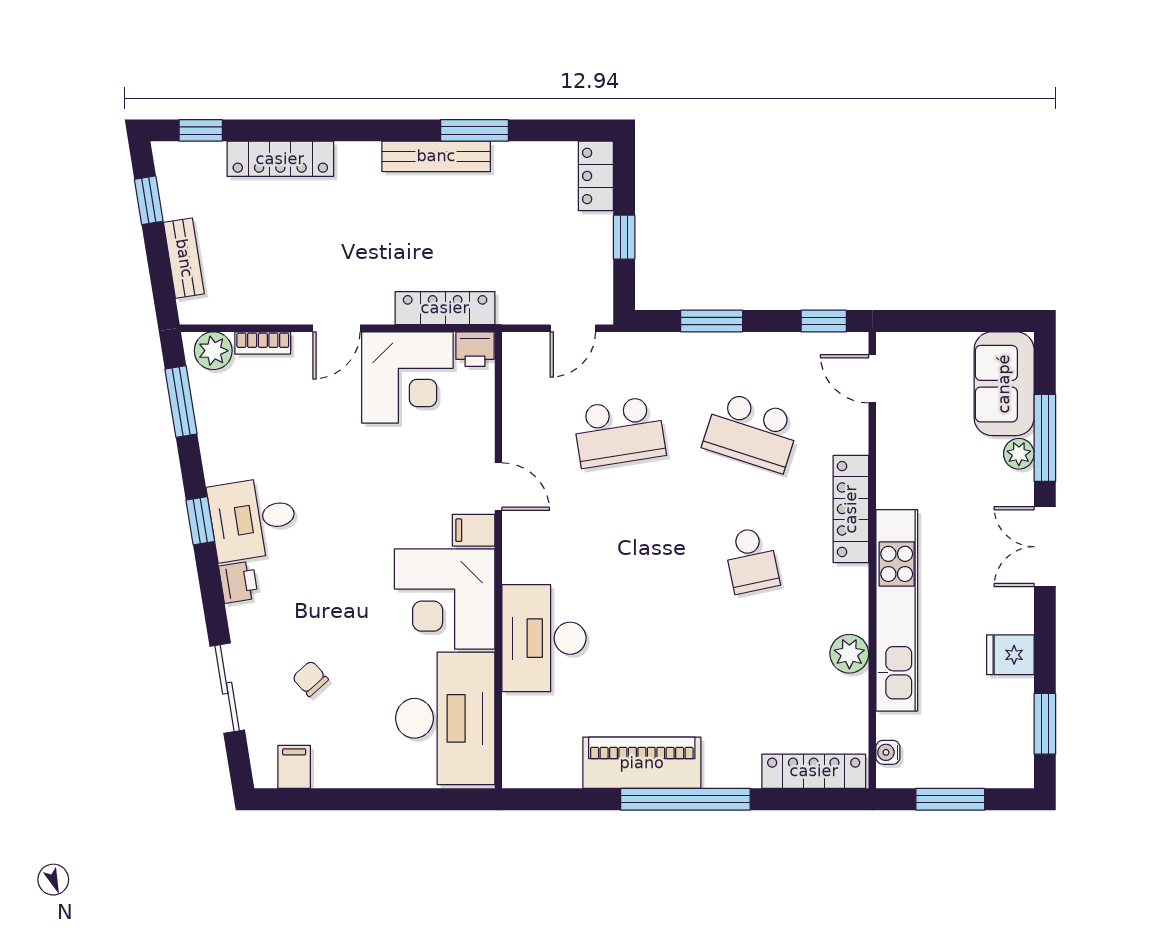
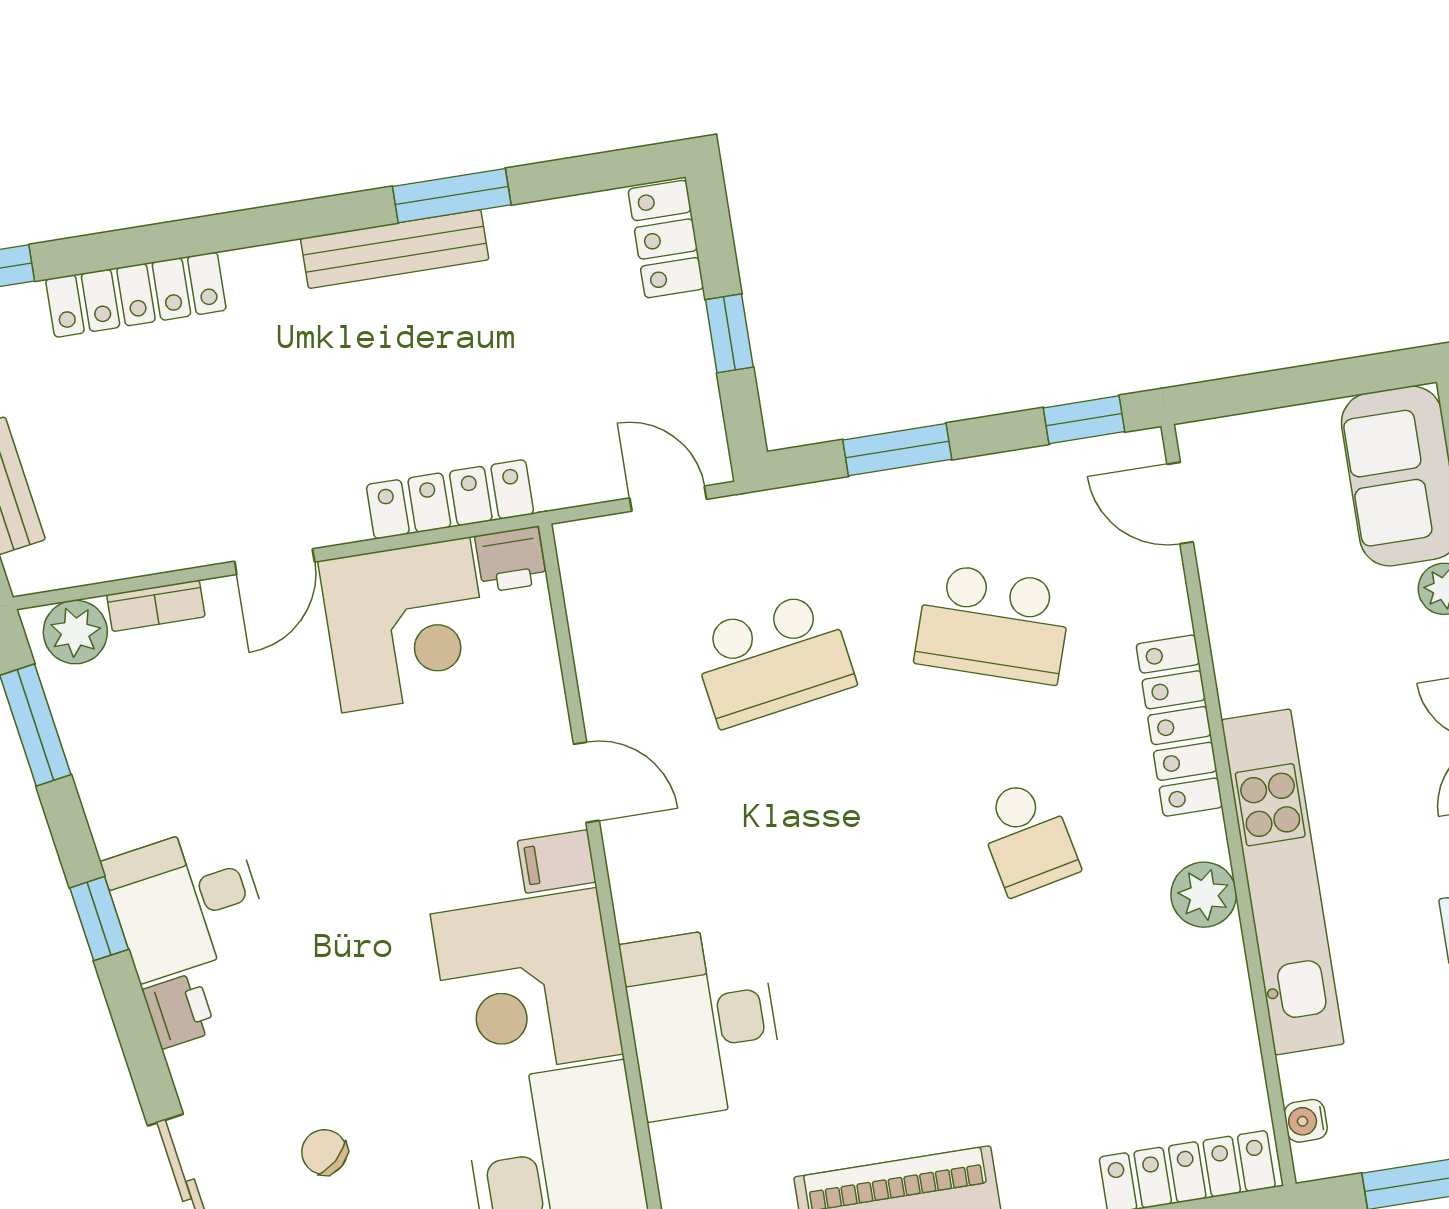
door: (573, 328) -> (668, 499), swing flipped
plant: (849, 654) -> (1204, 895), moved

